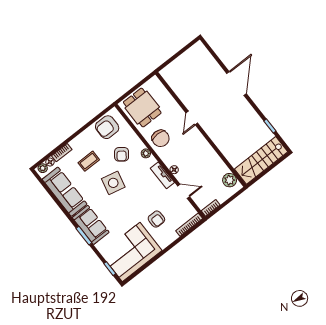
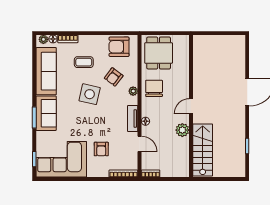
door: (192, 118) -> (191, 106), moved
chair: (161, 138) -> (154, 88), turned 180
stairs: (261, 160) -> (203, 150), moved, turned 90
plant: (230, 180) -> (182, 130), moved

